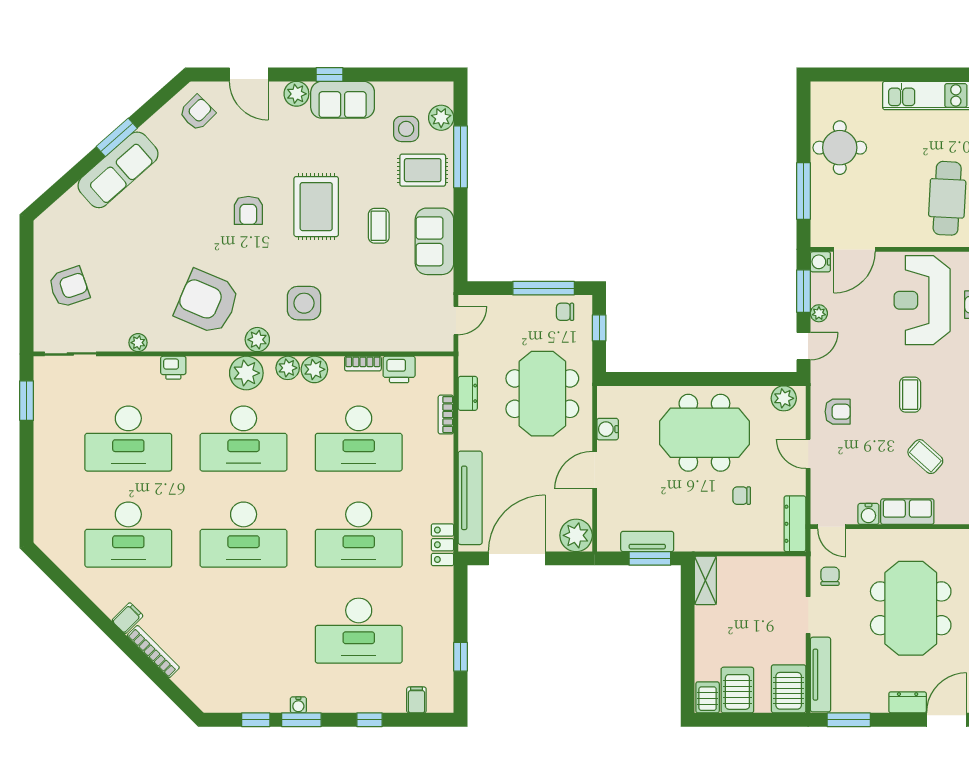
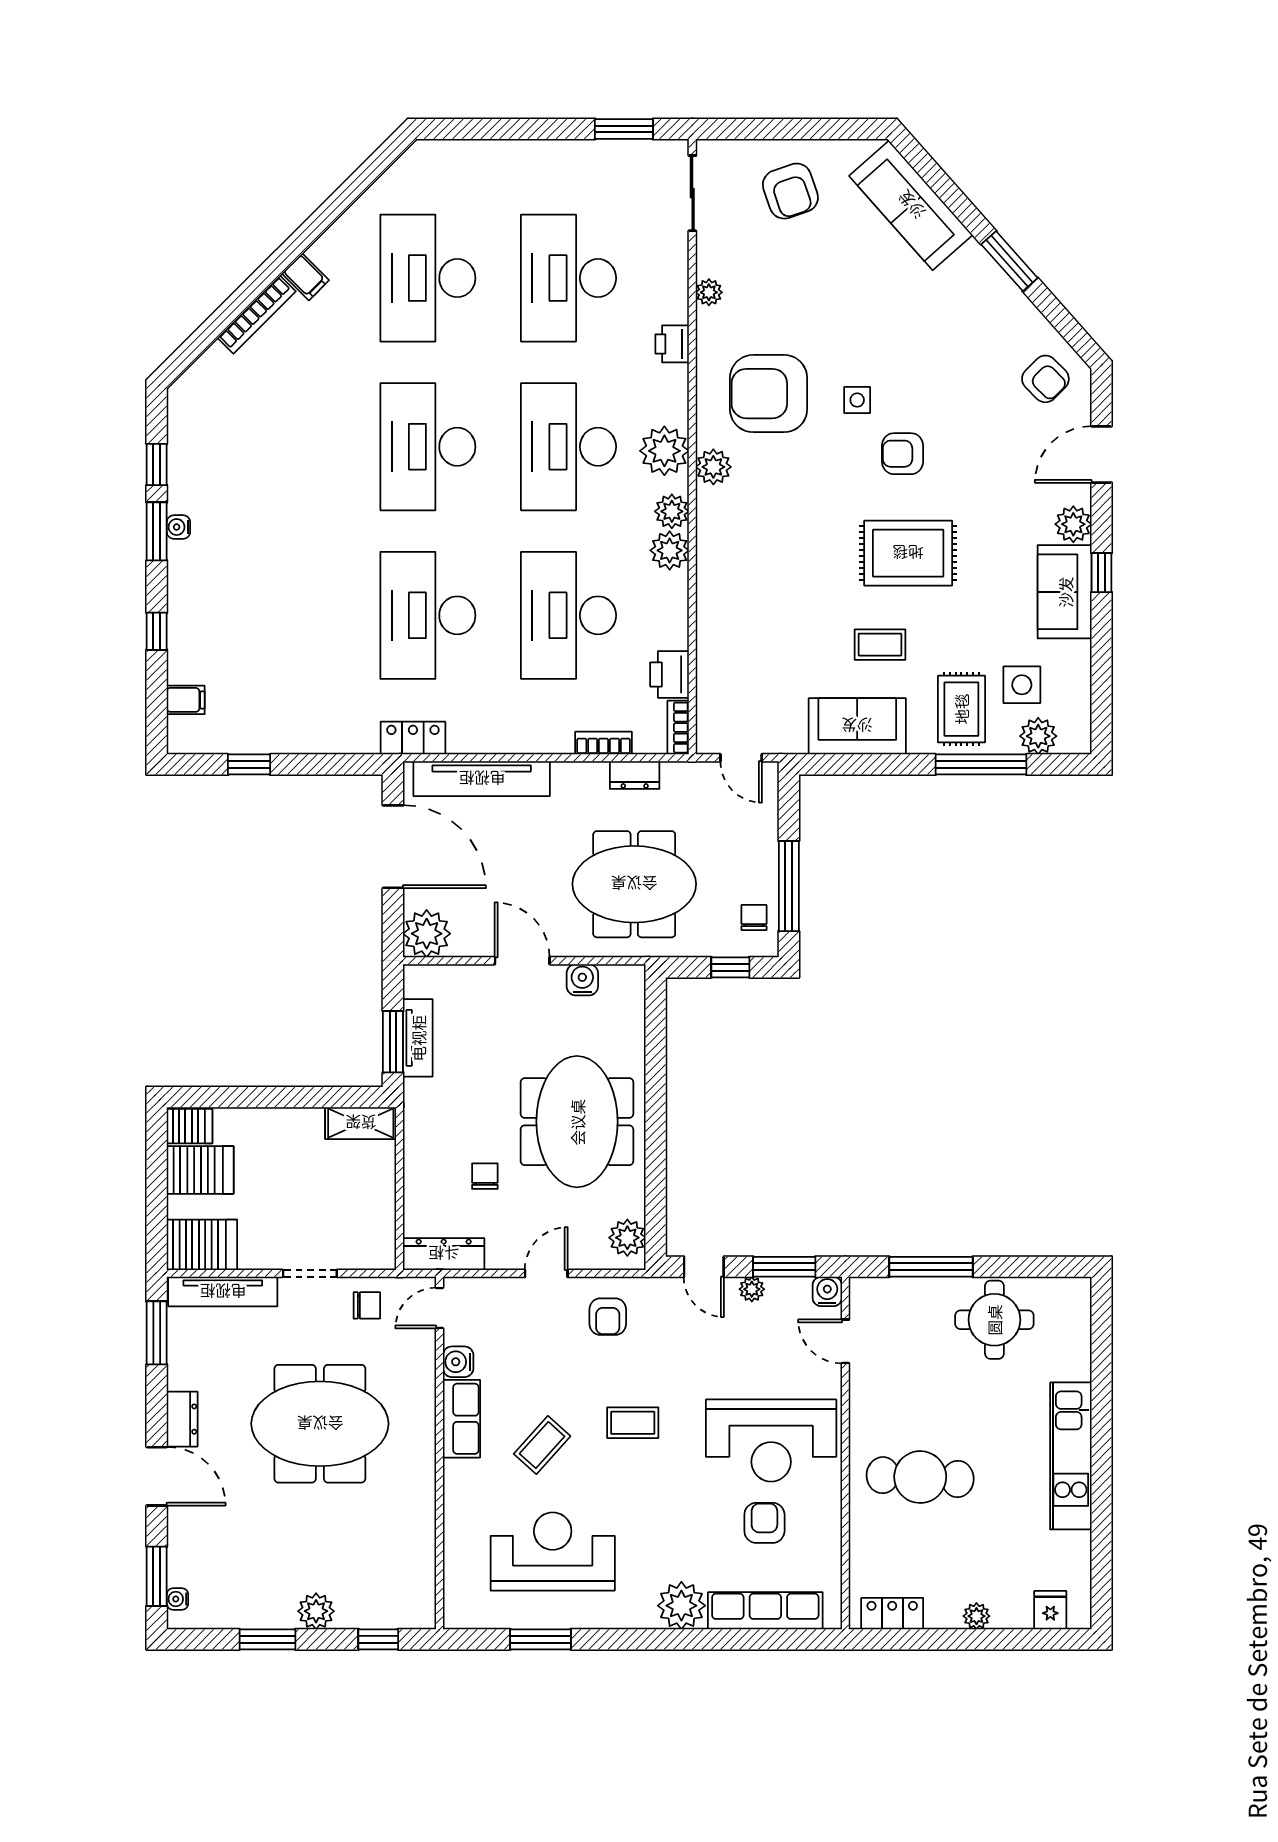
sofa: (118, 170) -> (911, 205), moved
door: (855, 249) -> (845, 1341), width x0.73
reception desk: (922, 300) -> (771, 1440), turned 180
armchair: (207, 302) -> (769, 394), turned -113
side table: (304, 303) -> (857, 400), moved, width x0.54, depth x0.54
bookcase: (363, 364) -> (678, 728), moved
desk: (359, 631) -> (287, 615), removed

